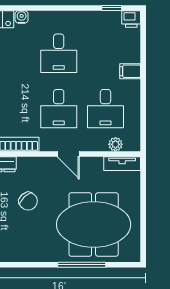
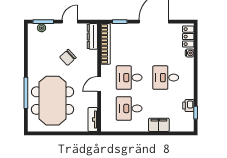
printer: (131, 19) -> (188, 106), moved
filing cabinet: (130, 71) -> (159, 125), width x2.00
plant: (115, 144) -> (106, 115), removed

